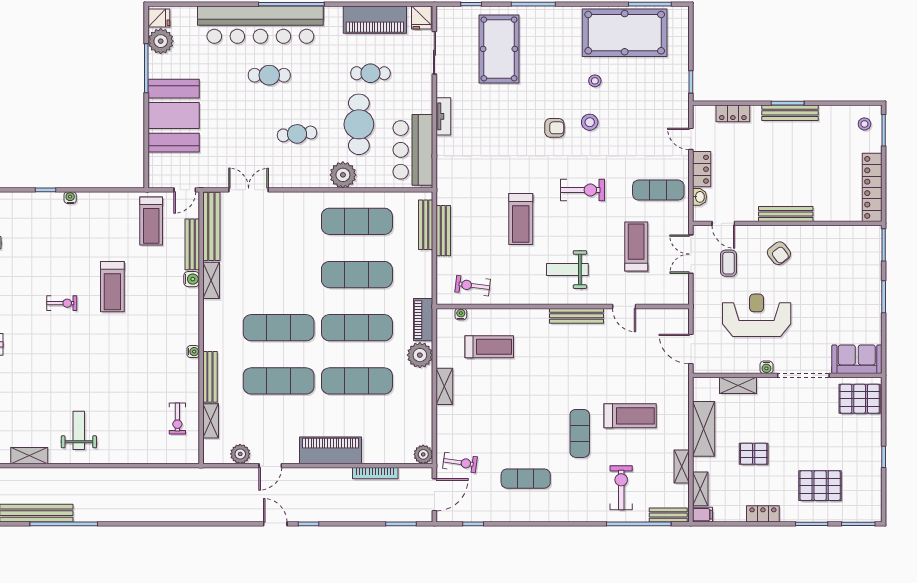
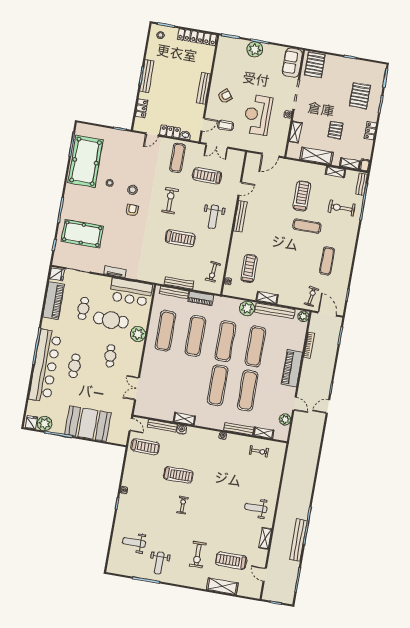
bench: (211, 226) -> (275, 311), moved
plant: (868, 291) -> (255, 49), added
piano: (423, 320) -> (201, 298), moved

